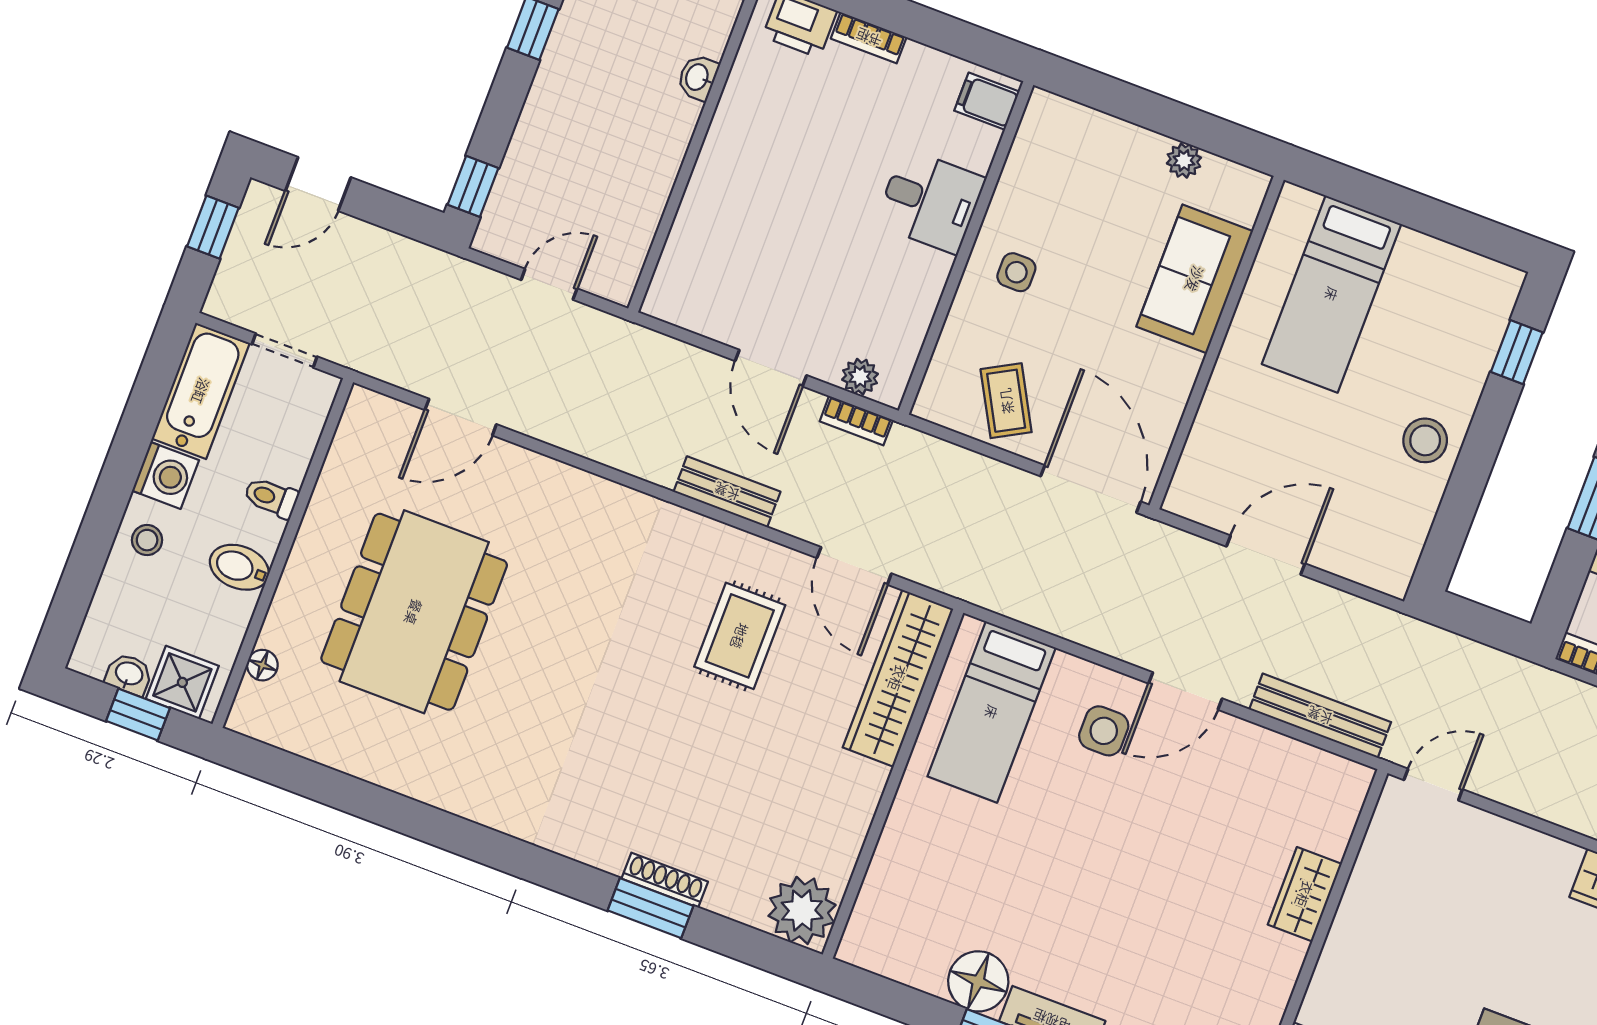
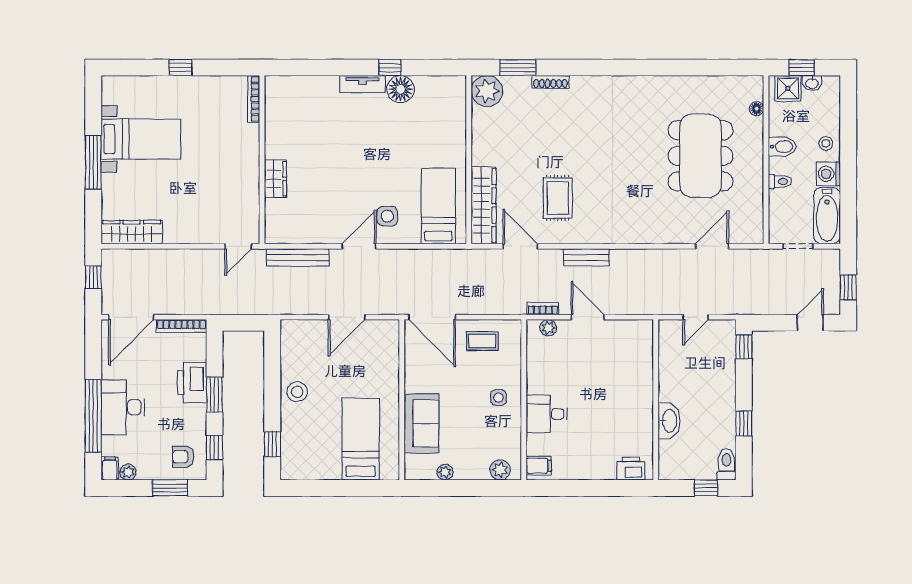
bookcase: (869, 38) -> (599, 474), removed
washbasin: (698, 77) -> (669, 421), width x1.91, depth x1.45
plant: (1069, 122) -> (500, 470), added
coffee table: (1006, 401) -> (482, 341), turned -61
window: (651, 908) -> (518, 68), moved

